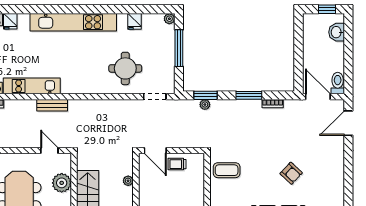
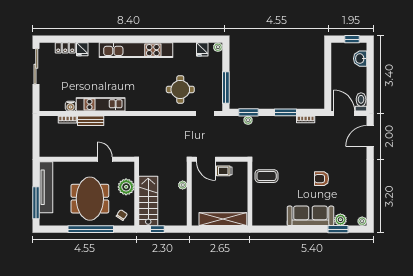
fridge: (134, 21) -> (202, 49), moved
window: (179, 48) -> (226, 88), moved
bench: (52, 105) -> (91, 121), moved
door: (49, 150) -> (105, 159), moved
armchair: (291, 173) -> (321, 179), turned 137

